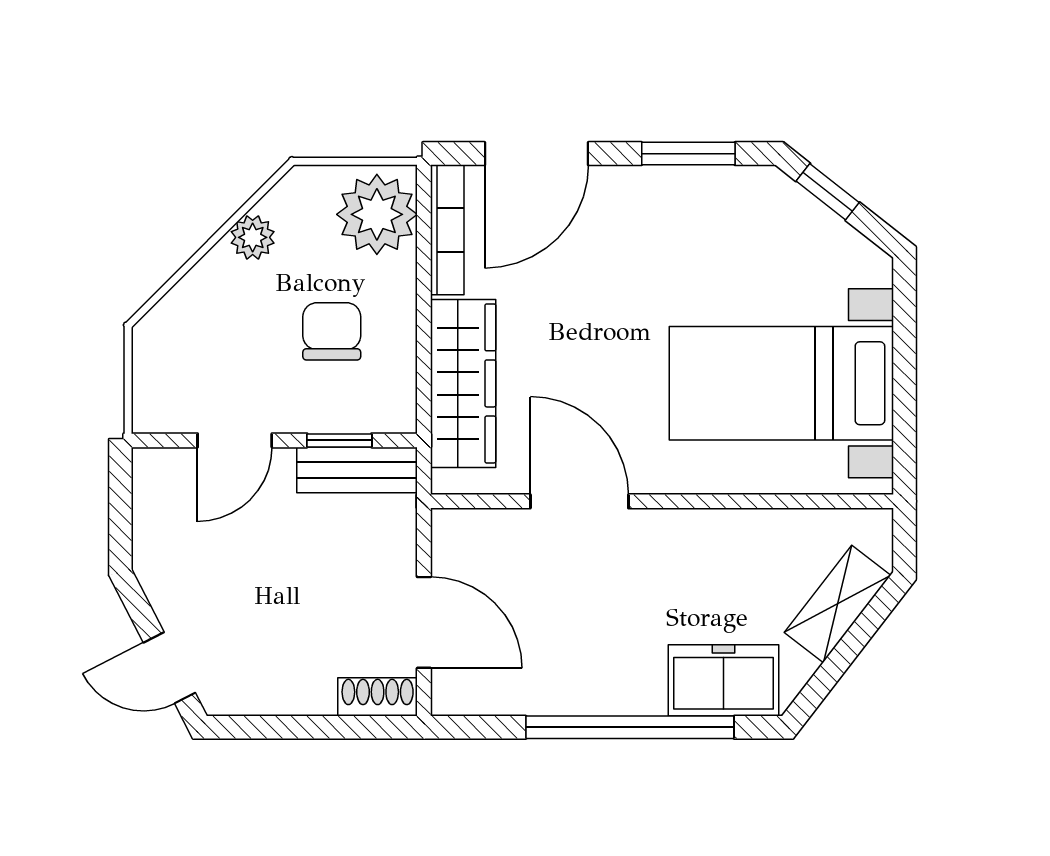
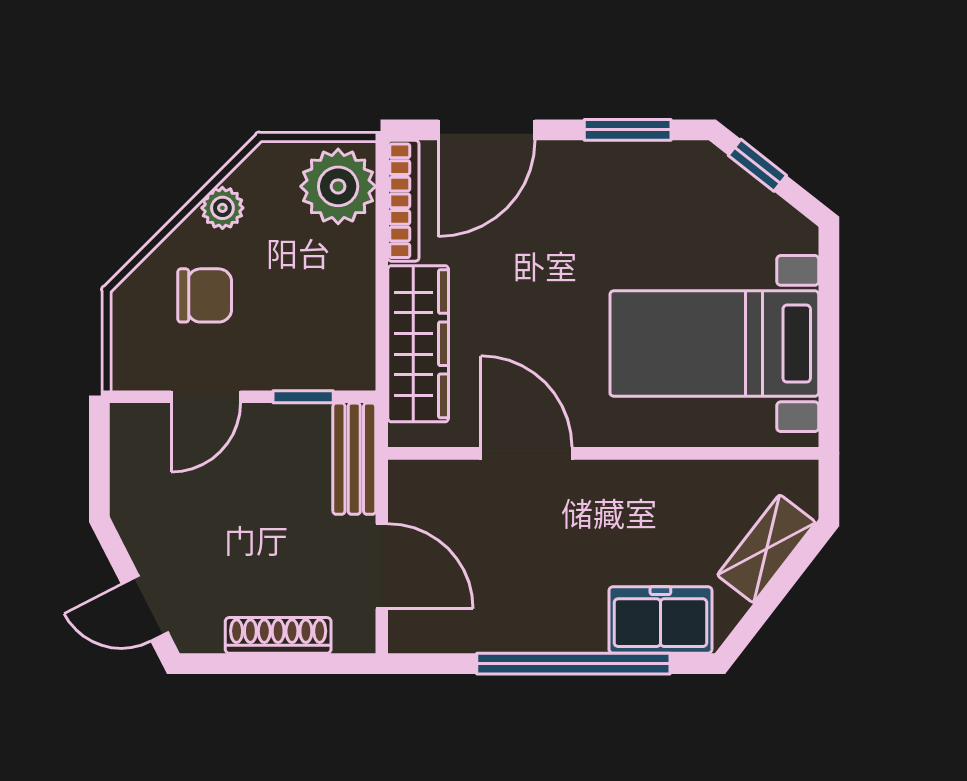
chair: (332, 331) -> (205, 295), moved, turned 90
bench: (357, 470) -> (354, 459), moved, turned 90
shoe rack: (378, 697) -> (278, 635), moved, width x1.43

